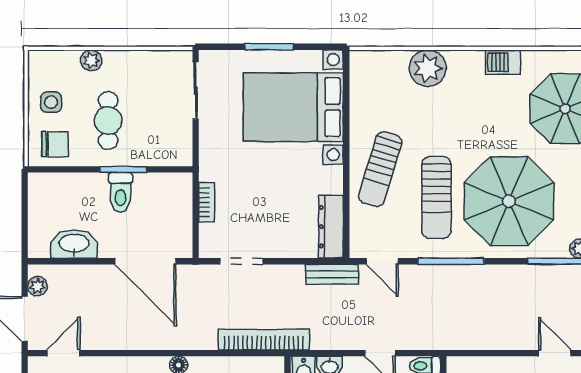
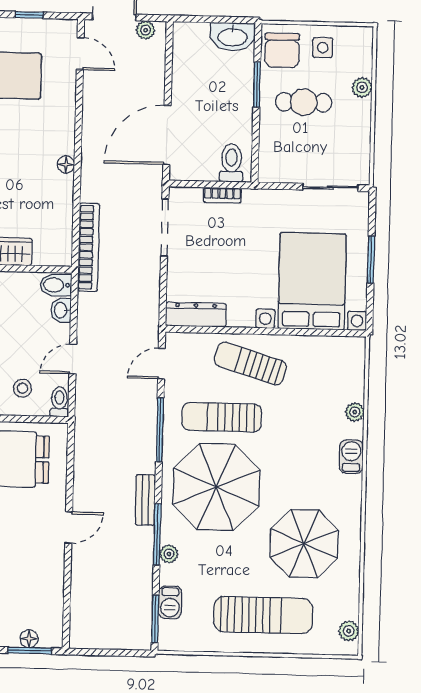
barbecue: (503, 62) -> (351, 457), moved
plant: (428, 68) -> (355, 412), width x0.53, depth x0.53
chair: (55, 144) -> (282, 50), width x1.37, depth x1.37
window: (123, 169) -> (257, 85), moved
toilet: (121, 192) -> (231, 163), moved, turned 90
washbasin: (74, 244) -> (233, 37), moved, turned 90
doorway: (242, 261) -> (165, 228), width x1.38
bench: (332, 274) -> (145, 500), moved

